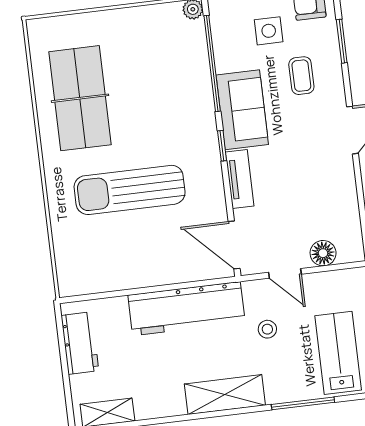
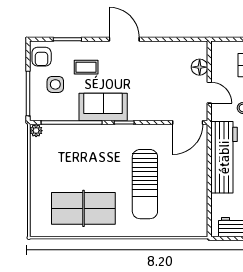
tv unit: (240, 179) -> (146, 114), removed
door: (285, 273) -> (209, 93), hinge flipped

